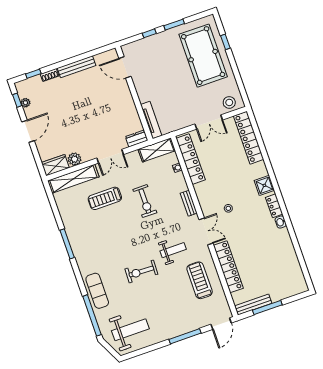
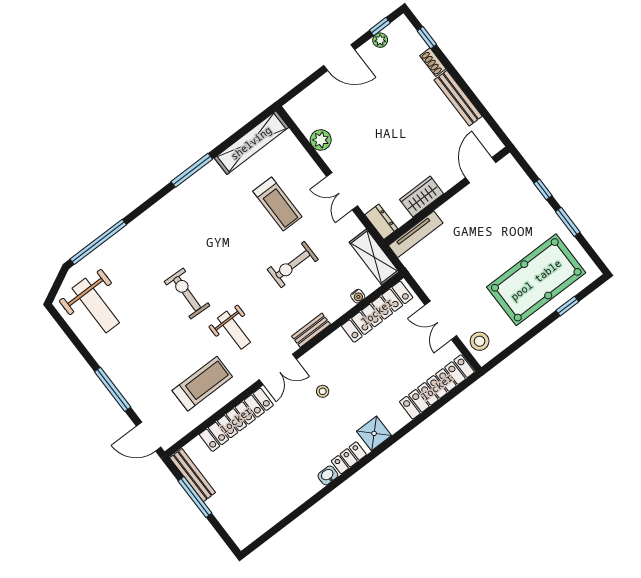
wardrobe: (55, 165) -> (422, 197), moved, turned -90
shelving: (73, 179) -> (251, 143), moved, turned 90
treadmill: (105, 198) -> (277, 204), turned 180
exercise mat: (97, 291) -> (137, 238), removed

